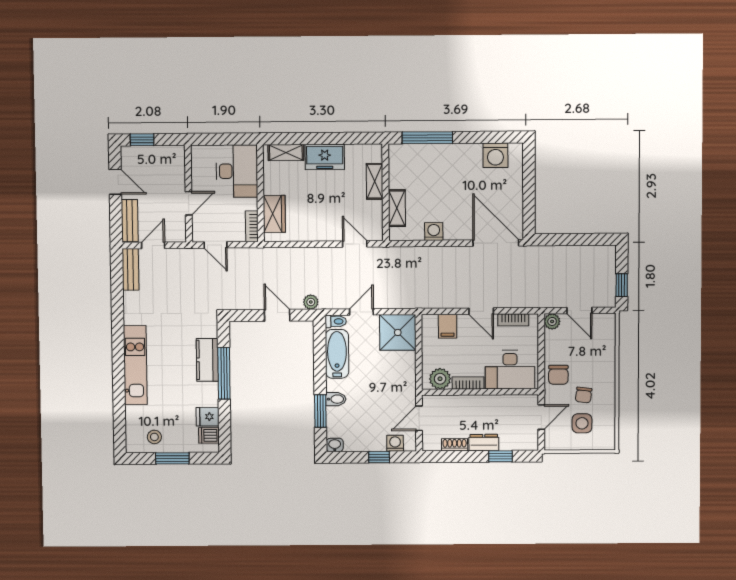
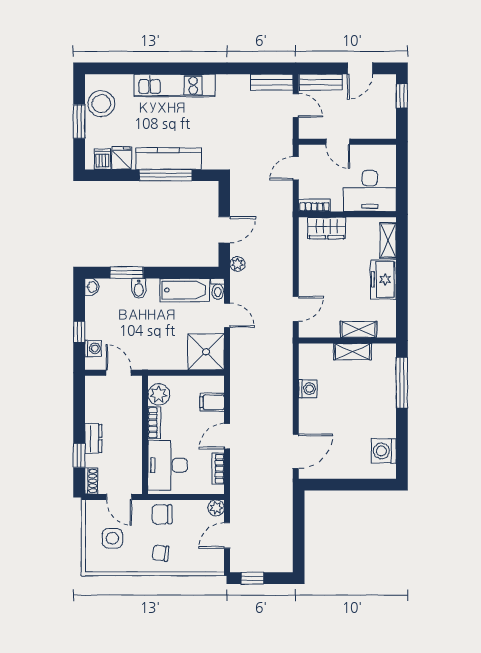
shelving: (397, 208) -> (352, 352), moved
door: (496, 243) -> (296, 451), width x0.73
kitchen counter: (207, 360) -> (169, 159), width x1.50
chair: (584, 395) -> (161, 553), moved
stool: (154, 437) -> (101, 104), width x1.89, depth x1.89
shoe rack: (455, 445) -> (91, 481), moved

